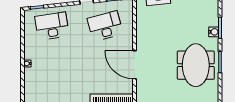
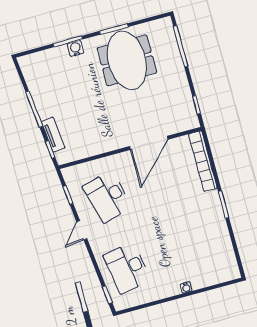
meeting table: (196, 65) -> (127, 60), turned 90

